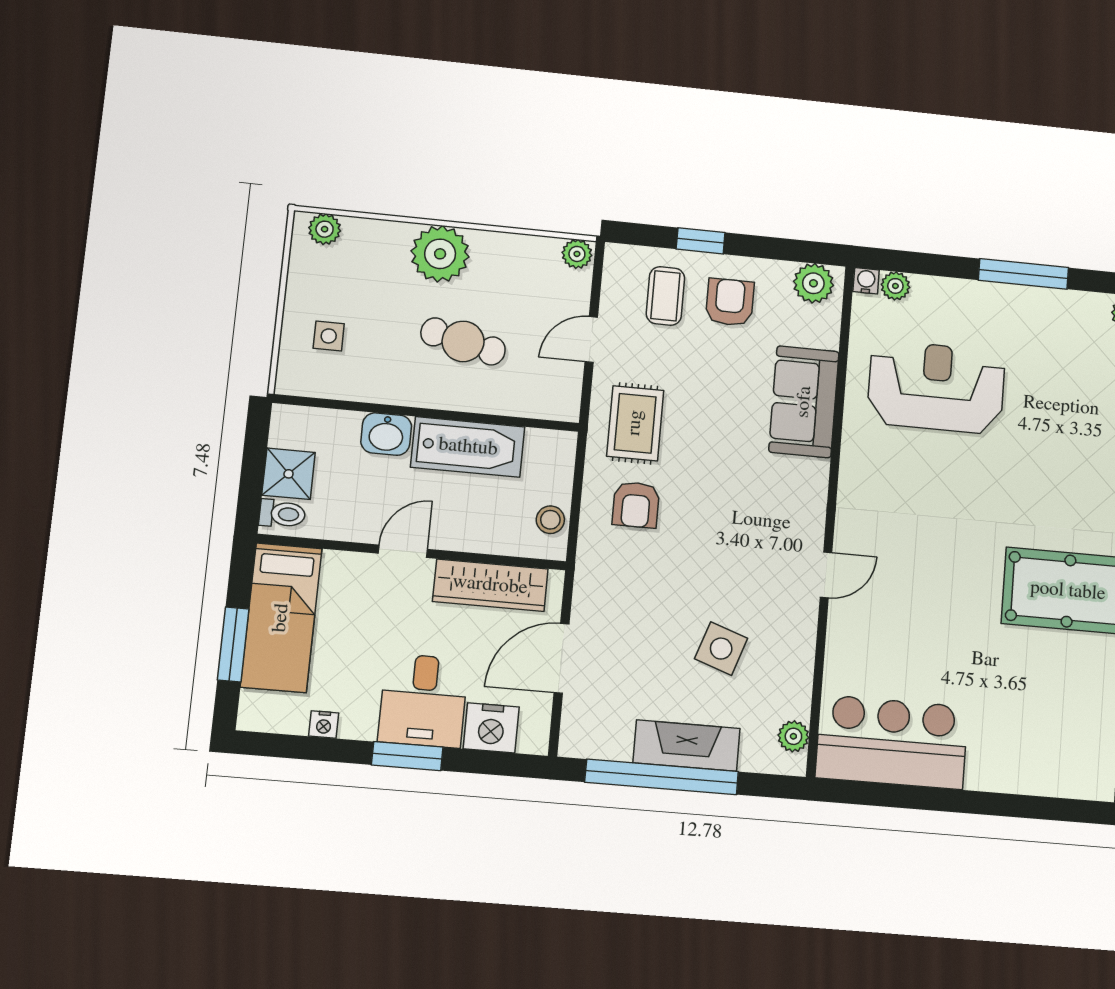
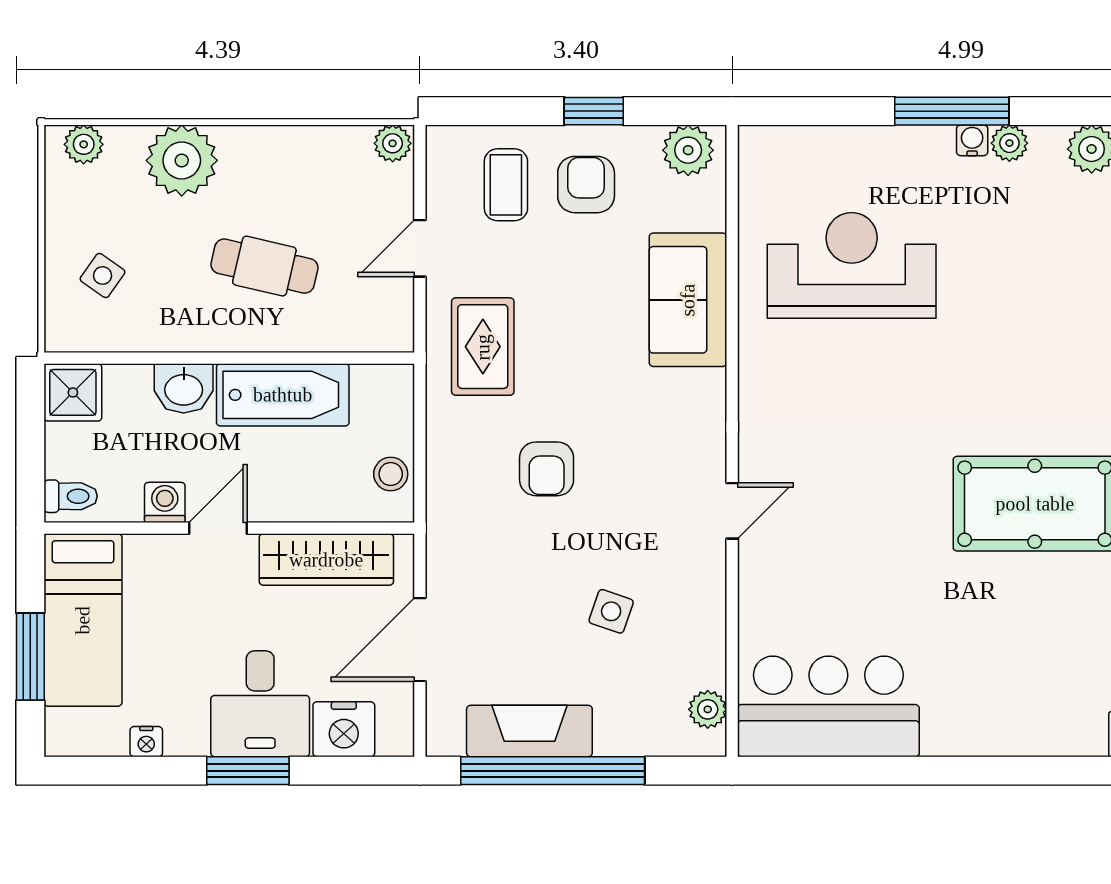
window: (701, 241) -> (594, 111), moved
plant: (440, 254) -> (182, 160), moved
water cooler: (866, 281) -> (972, 140), moved
plant: (895, 286) -> (1009, 143), moved
side table: (329, 336) -> (103, 275), turned 35
shower: (289, 474) -> (73, 392), moved
armchair: (636, 505) -> (547, 469), moved
washing machine: (361, 526) -> (165, 502), added
side table: (721, 649) -> (611, 611), width x0.73, depth x0.73
fireplace: (687, 746) -> (529, 731), moved

